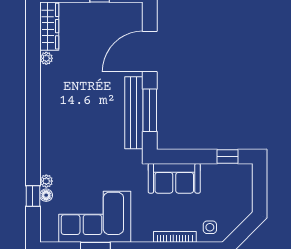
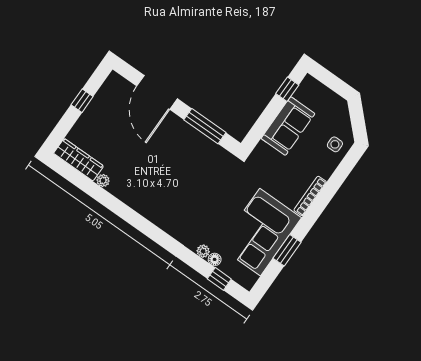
bench: (134, 113) -> (198, 140), removed
sofa: (174, 178) -> (288, 126), moved
window: (33, 196) -> (219, 279), moved
bookcase: (175, 237) -> (310, 196), moved

